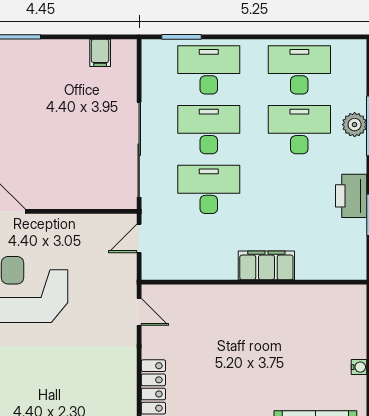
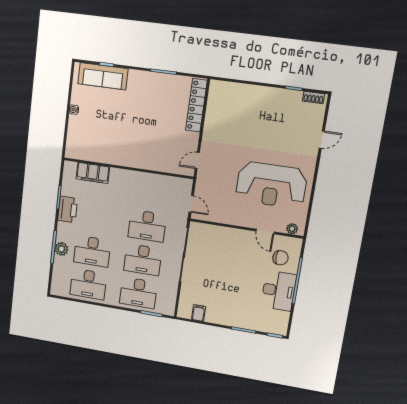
door: (139, 238) -> (191, 204), hinge flipped
filing cabinet: (266, 265) -> (93, 173), moved
door: (139, 312) -> (197, 160), hinge flipped

